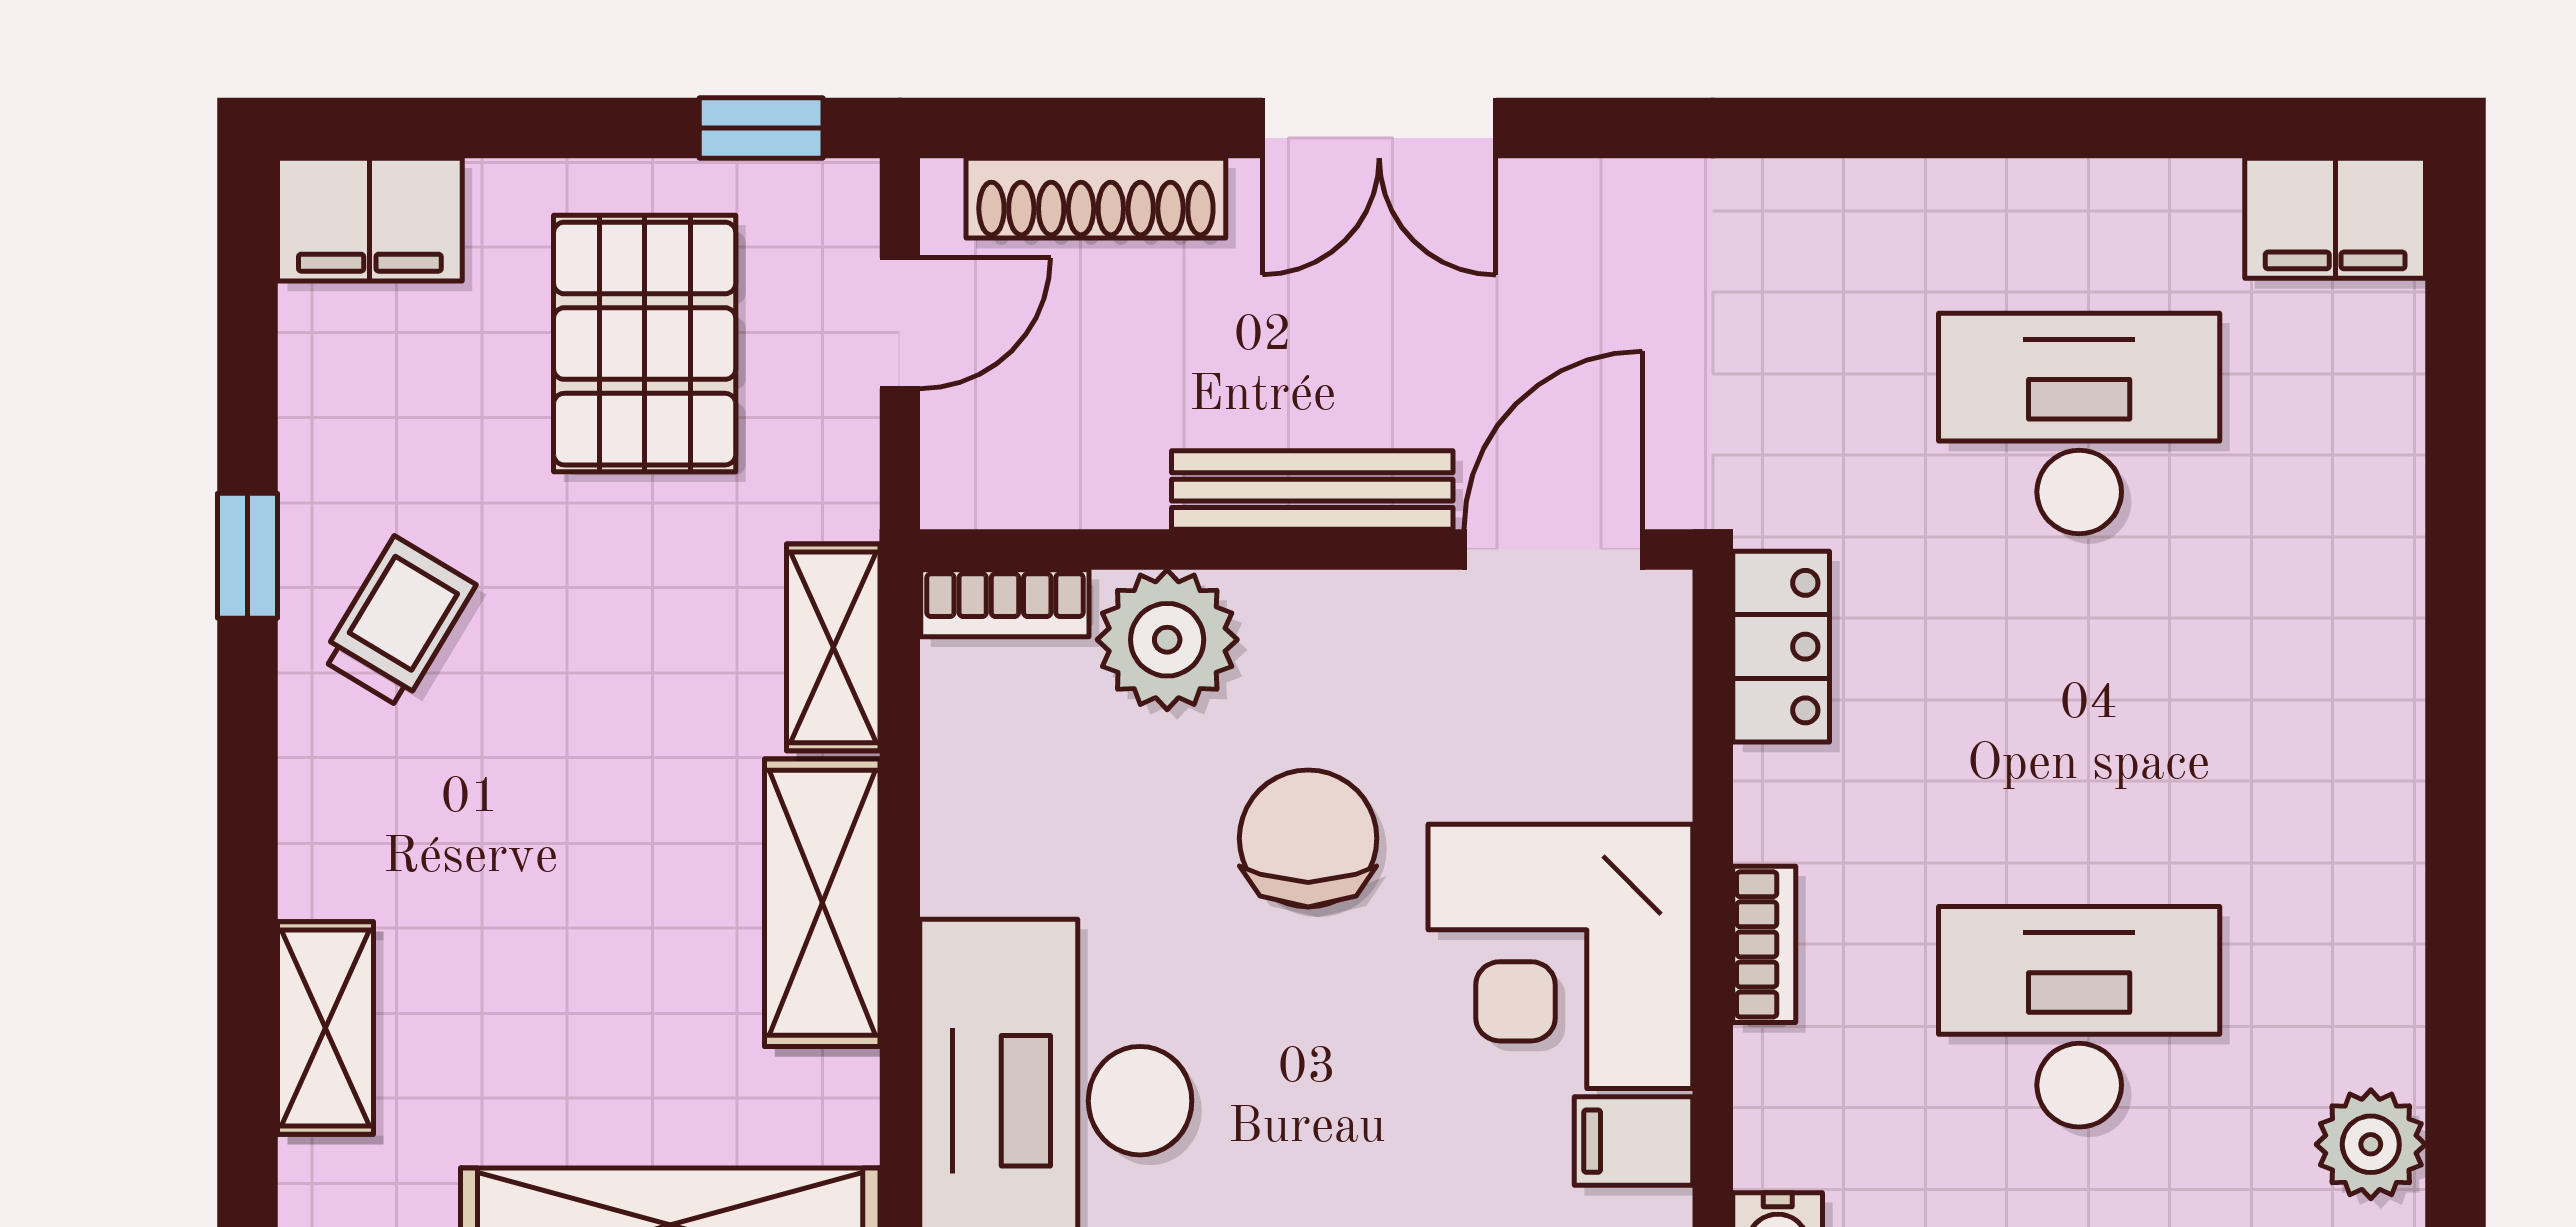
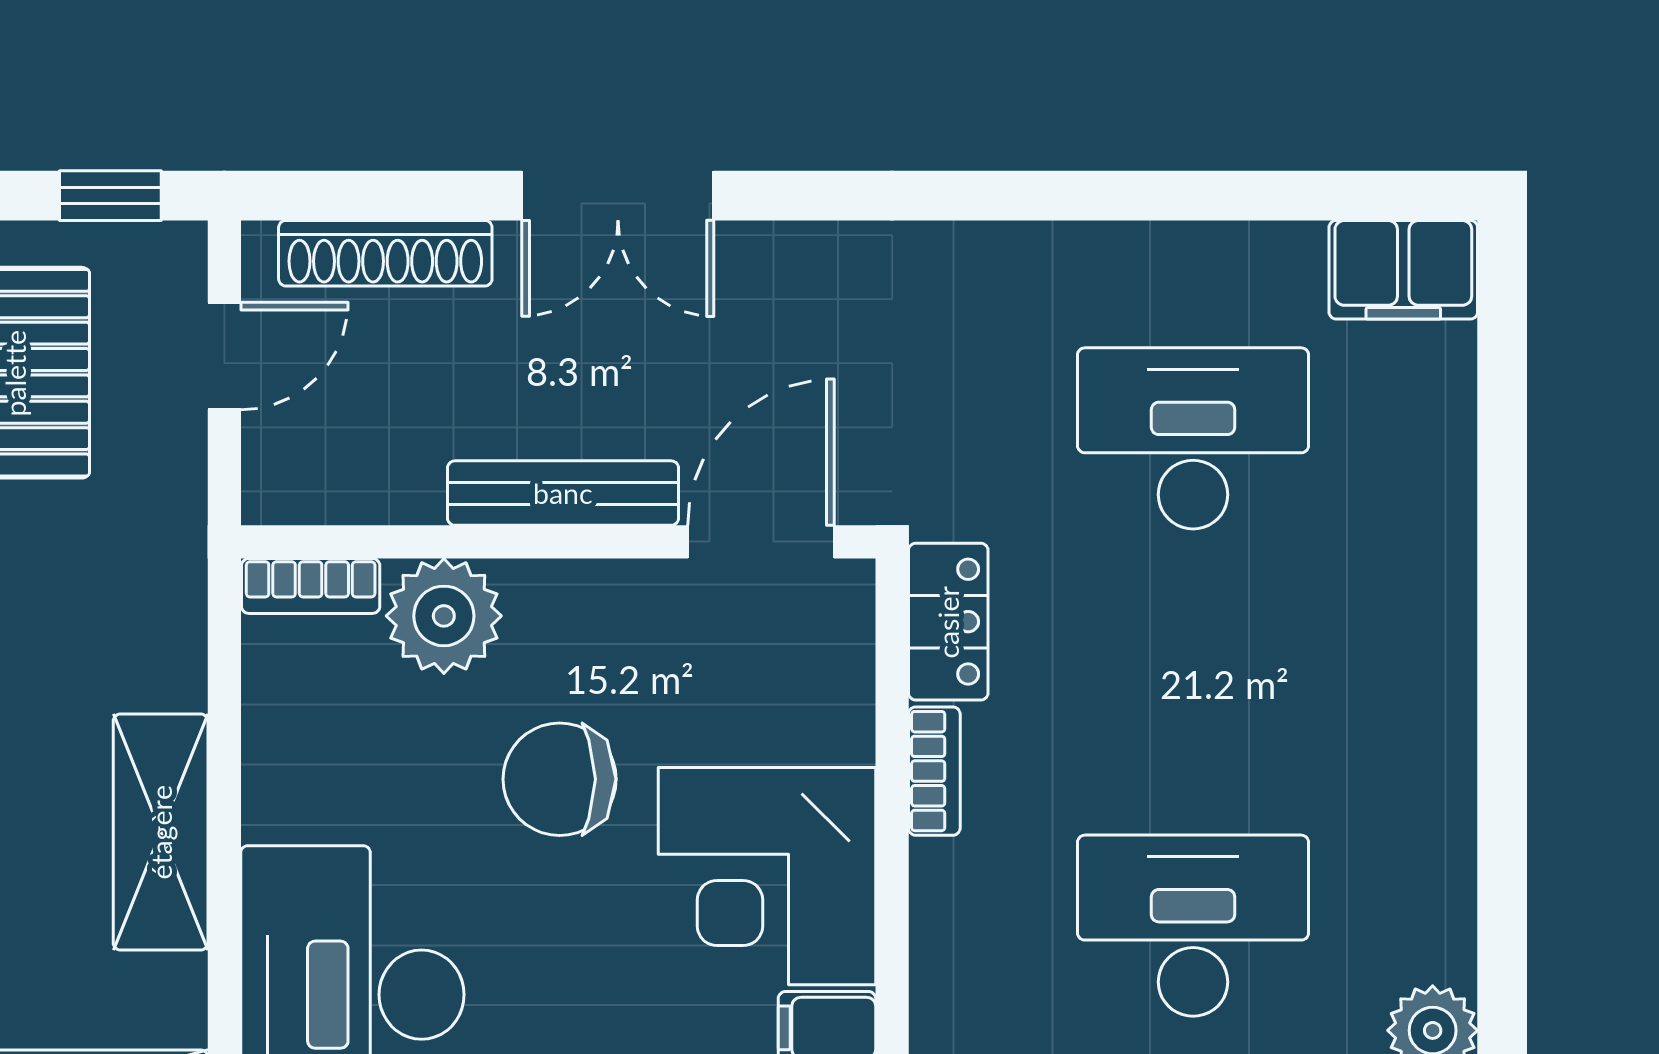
shelving: (833, 647) -> (169, 622), removed
chair: (1308, 838) -> (560, 779), turned -90
bookcase: (1764, 944) -> (934, 771), moved

